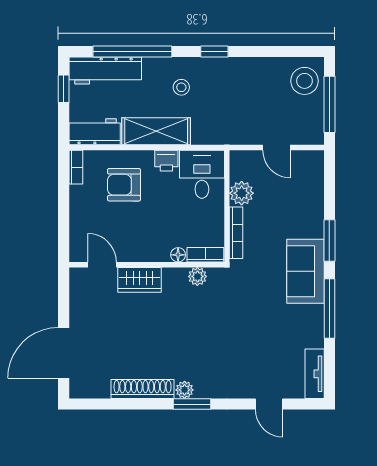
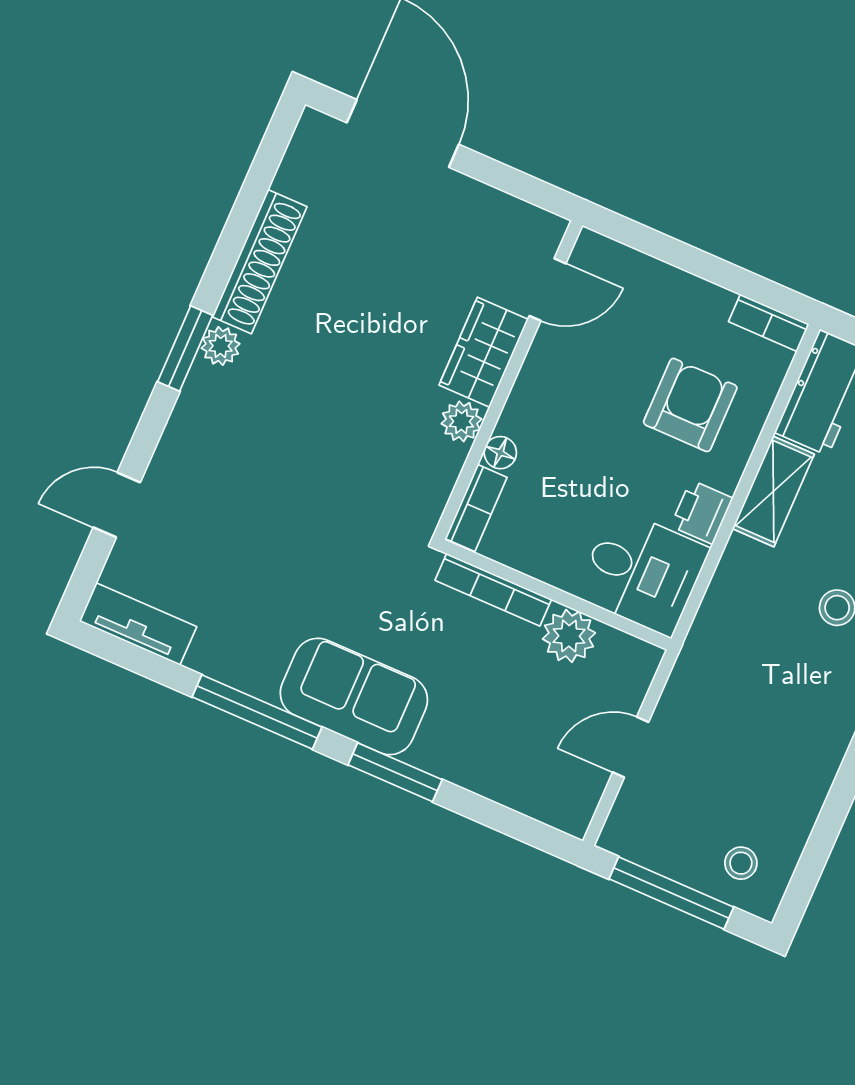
stool: (305, 81) -> (741, 863), width x0.53, depth x0.53
shelving: (156, 131) -> (773, 491), width x0.67, depth x0.75
plant: (197, 276) -> (461, 421), moved

